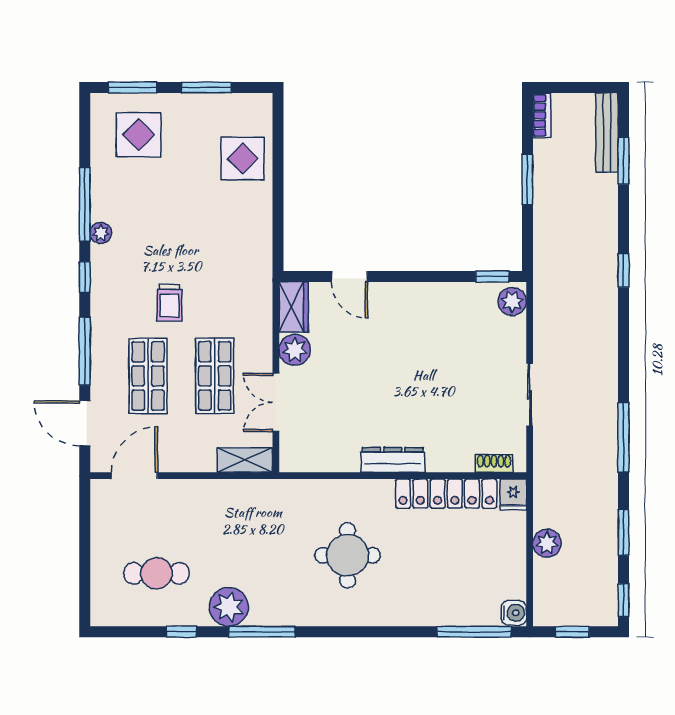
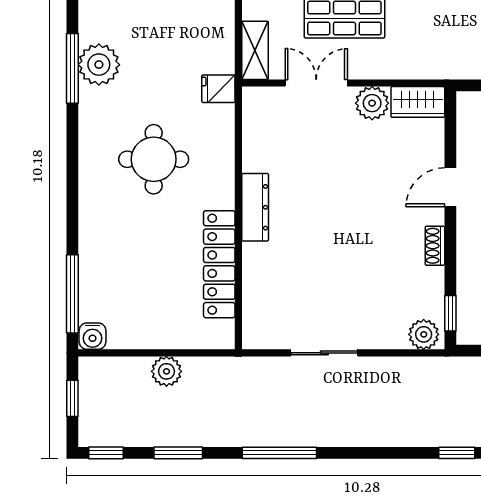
door: (349, 276) -> (450, 187), moved
shoe rack: (494, 463) -> (435, 246), moved, turned 180
fridge: (513, 494) -> (218, 89), moved
plant: (229, 607) -> (99, 65), moved

